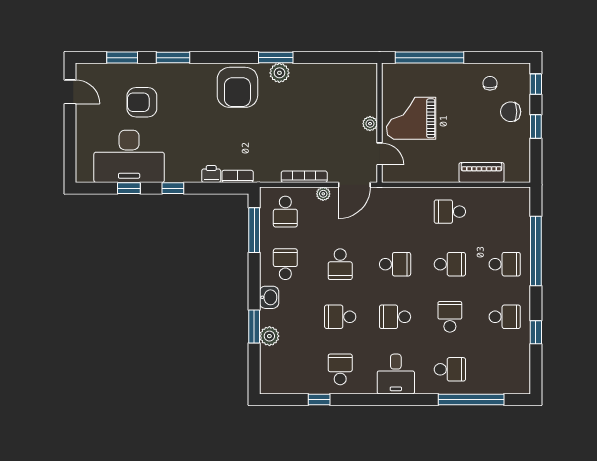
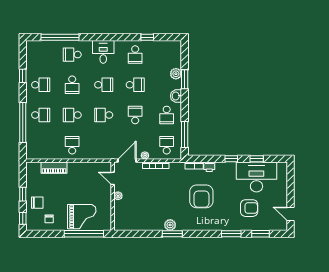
armchair: (237, 87) -> (201, 196), moved, turned 180
grand piano: (411, 118) -> (82, 217), moved
school desk: (450, 212) -> (72, 145), turned -90
school desk: (505, 264) -> (41, 115), turned 180
school desk: (505, 317) -> (41, 85), turned 180

